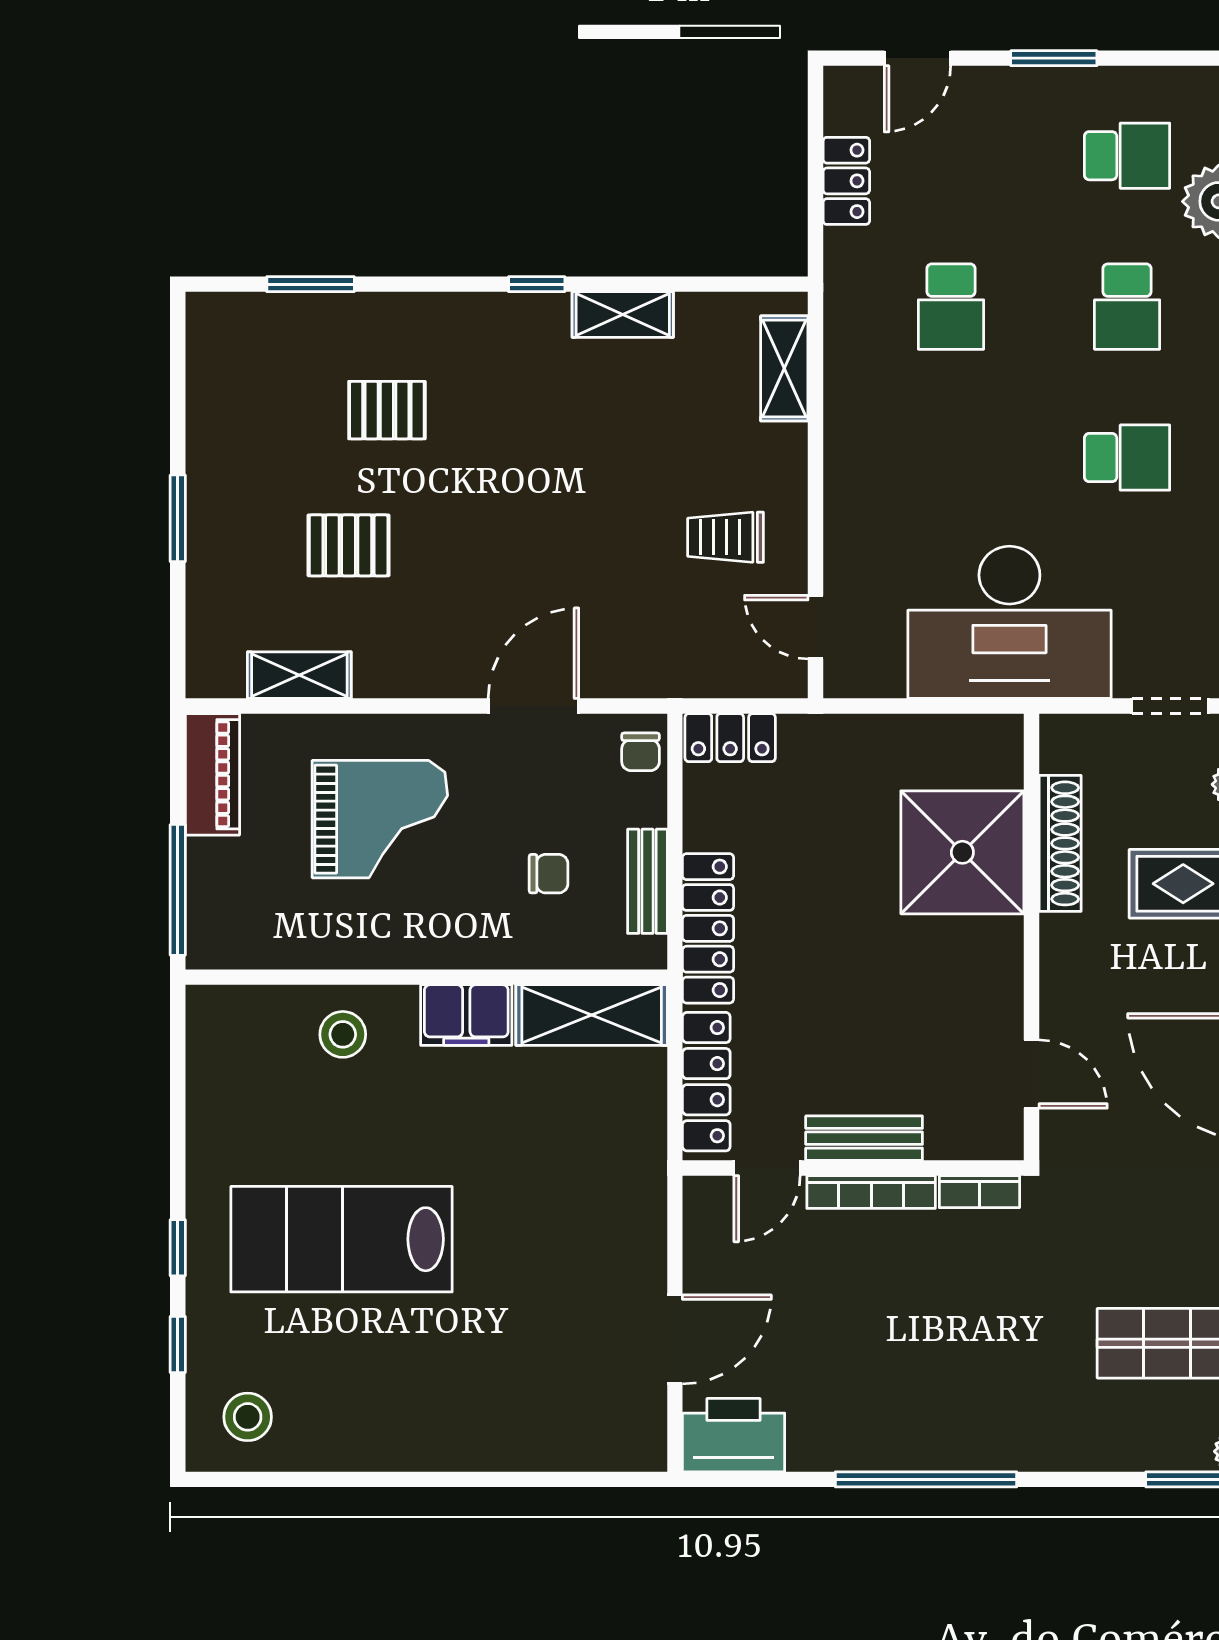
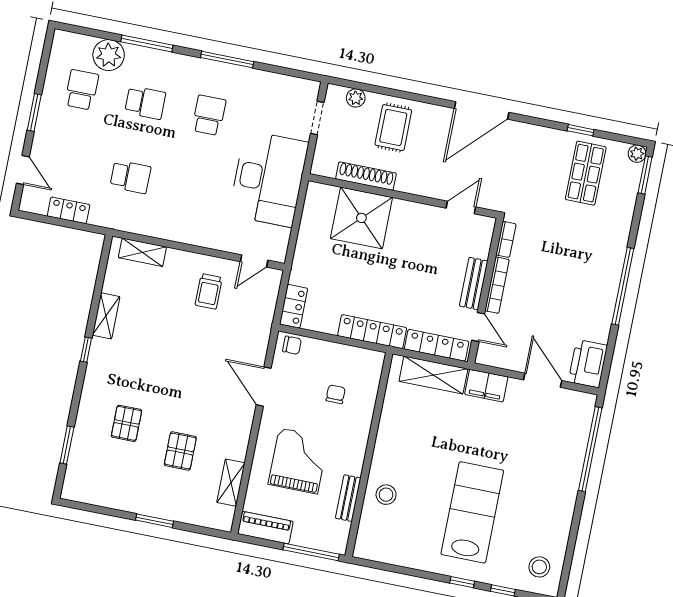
bench: (647, 881) -> (348, 498), moved, turned 90
filing cabinet: (466, 1015) -> (486, 386), moved, turned 90
shelving: (592, 1015) -> (433, 375), moved, turned 90
lab bench: (342, 1239) -> (472, 512), turned 180
window: (539, 1479) -> (590, 449), added

